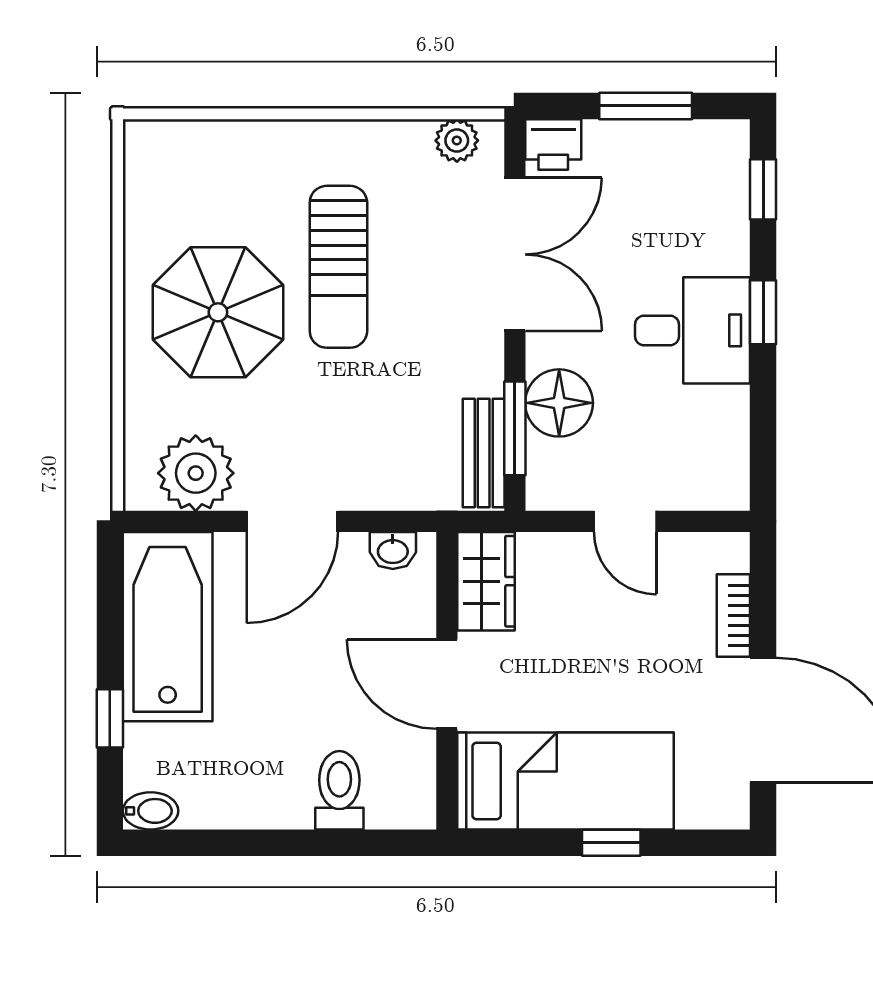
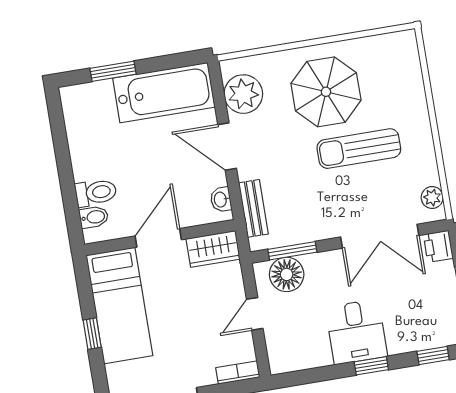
floor lamp: (559, 403) -> (287, 274), moved
bench: (484, 453) -> (253, 208), moved, turned 90
bookcase: (733, 616) -> (238, 373), moved
window: (110, 718) -> (113, 71), width x1.50
bidet: (151, 811) -> (94, 217), moved, turned -90

